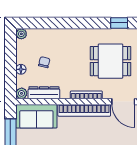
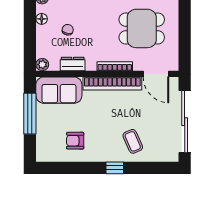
floor lamp: (21, 69) -> (42, 19), moved
dresser: (44, 93) -> (73, 64), width x0.70

